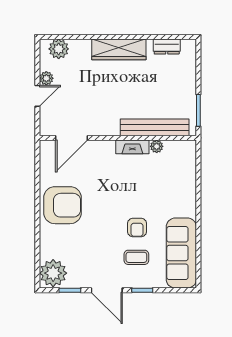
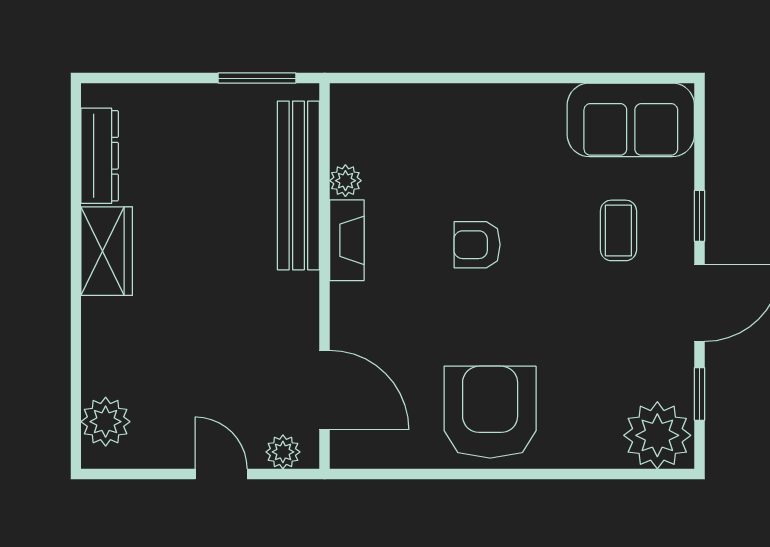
dresser: (167, 47) -> (100, 156), width x1.44
wardrobe: (119, 49) -> (107, 251), width x0.67
plant: (46, 78) -> (283, 452), moved
armchair: (137, 228) -> (477, 245), moved, turned 180
sofa: (181, 253) -> (631, 120), width x0.73

